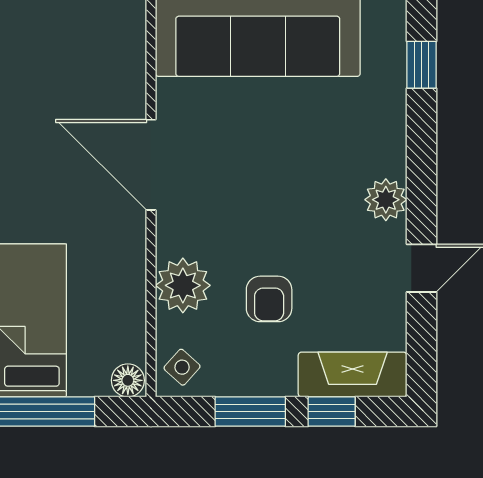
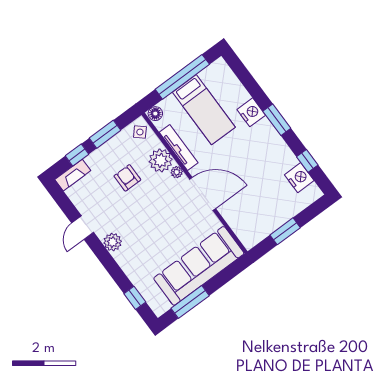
plant: (169, 241) -> (177, 172), added
tv unit: (131, 285) -> (179, 148), added
fireplace: (353, 375) -> (73, 175), width x0.73, depth x0.76

